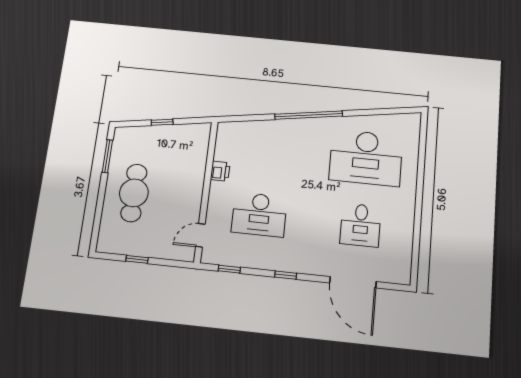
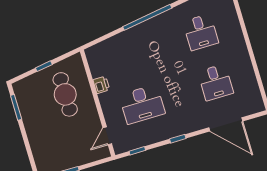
desk: (366, 158) -> (201, 32), width x0.53, depth x0.77
cafe table: (134, 193) -> (65, 94), moved

